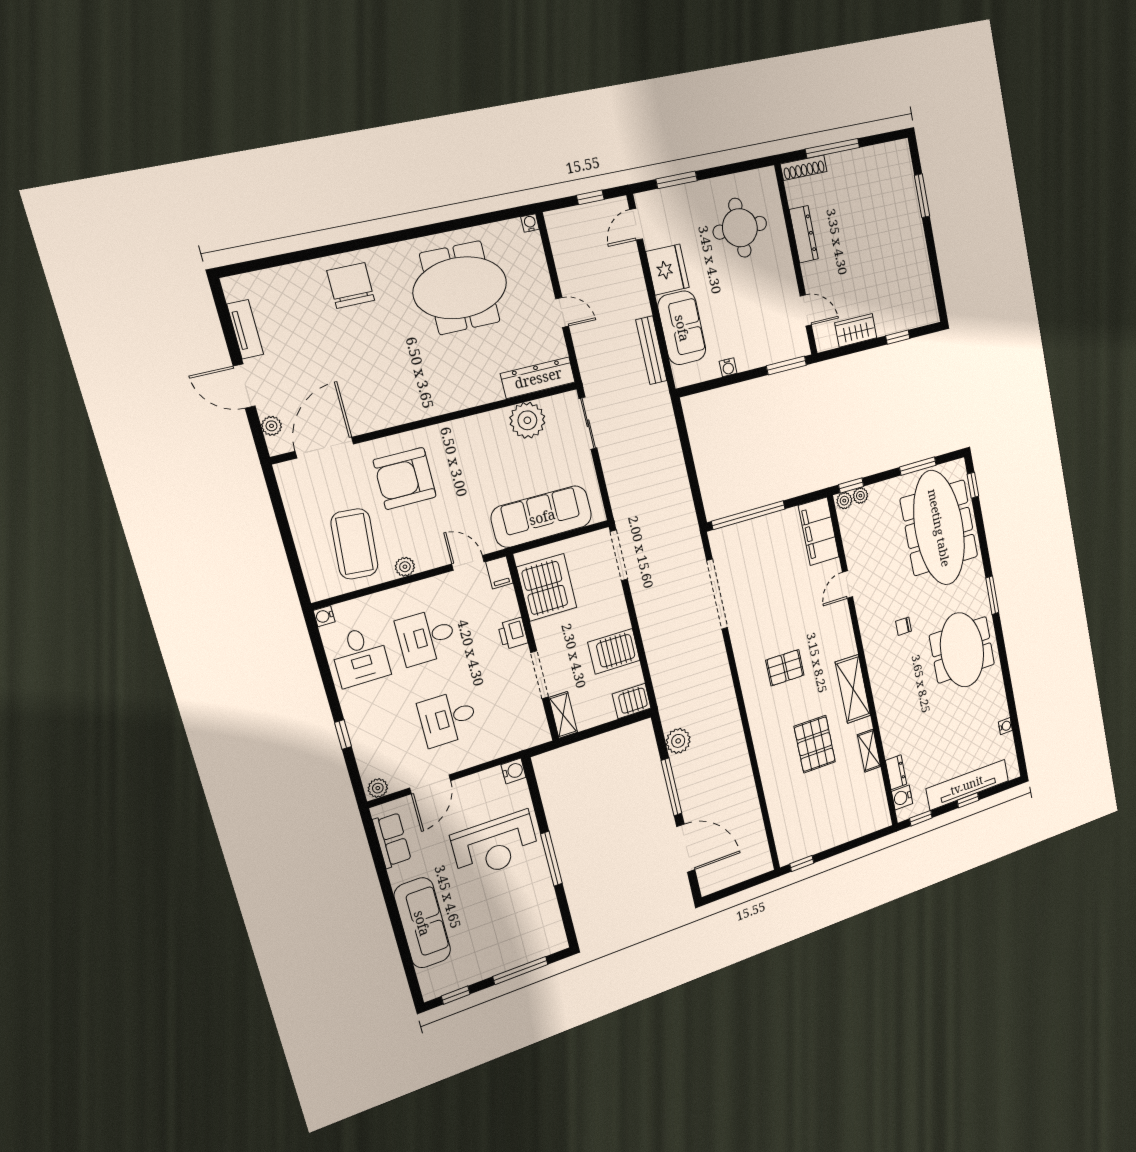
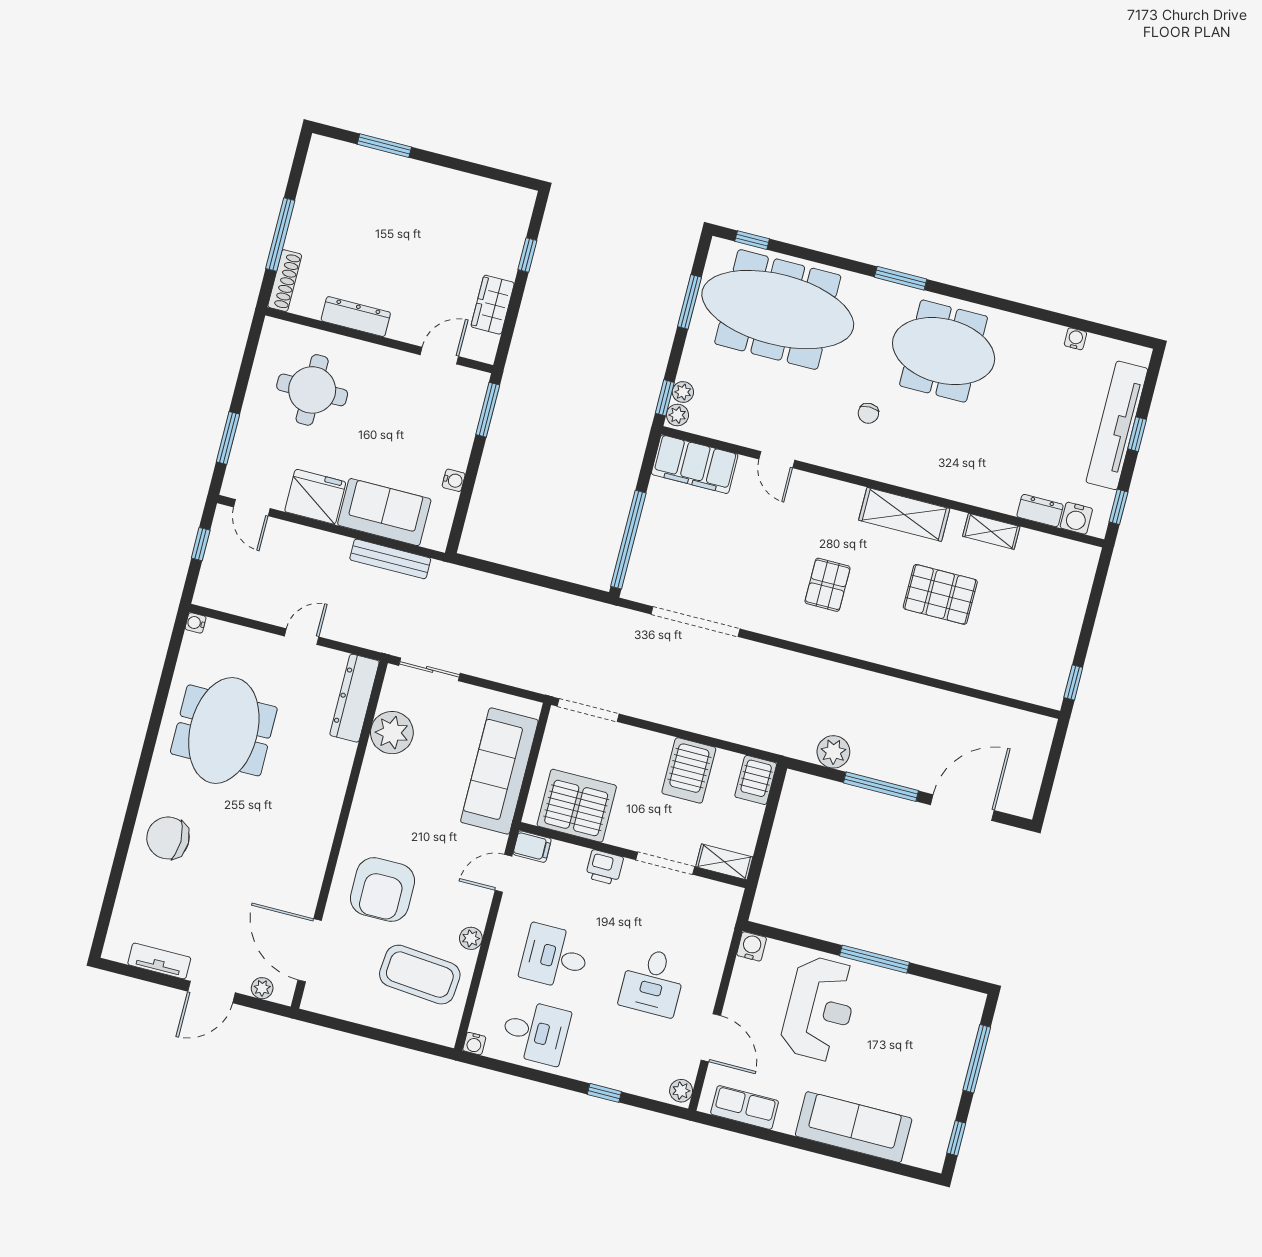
desk: (426, 637) -> (555, 957), turned 90

